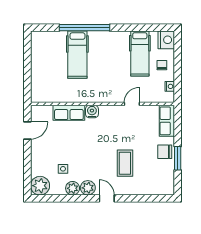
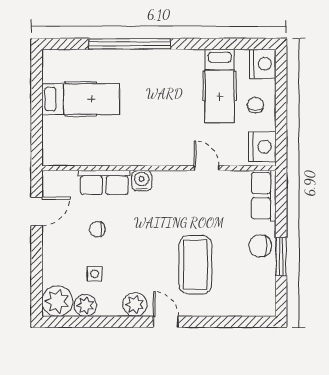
hospital bed: (77, 55) -> (81, 99), moved, turned -90
nightstand: (170, 86) -> (262, 147), width x1.89, depth x1.79
door: (132, 104) -> (207, 168), hinge flipped
chair: (65, 141) -> (97, 229), added
coffee table: (125, 163) -> (195, 265), width x1.36, depth x1.32
plant: (73, 188) -> (85, 305), moved

